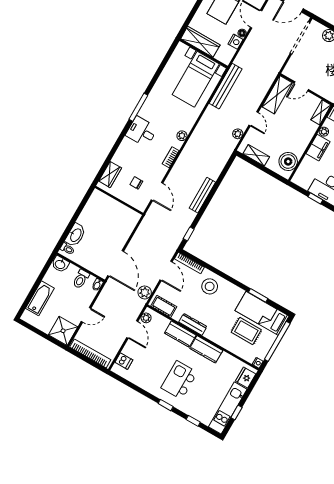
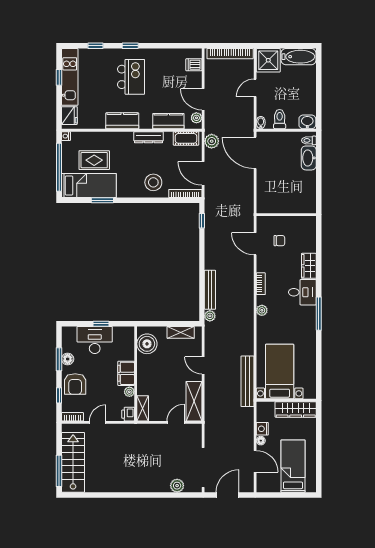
plant: (238, 134) -> (210, 316), moved
wardrobe: (110, 175) -> (309, 266), moved
bench: (202, 195) -> (210, 290), moved
bathtub: (40, 298) -> (299, 57), moved, turned -90
kitchen counter: (180, 334) -> (168, 121), moved

